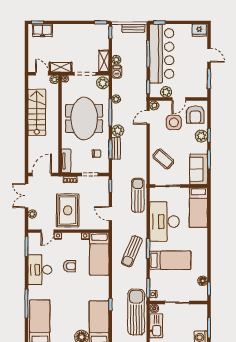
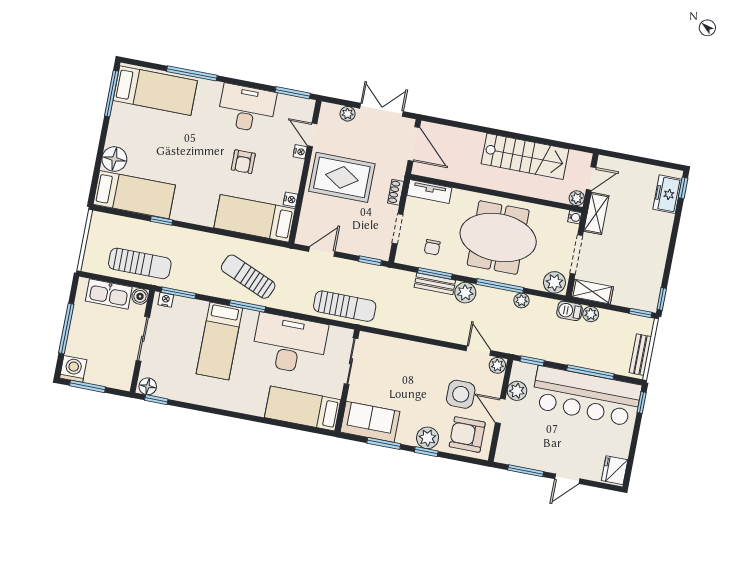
coffee table: (163, 159) -> (400, 363), removed
floor lamp: (203, 281) -> (148, 386), moved
sun lounger: (136, 312) -> (140, 263), width x0.73, depth x0.75

